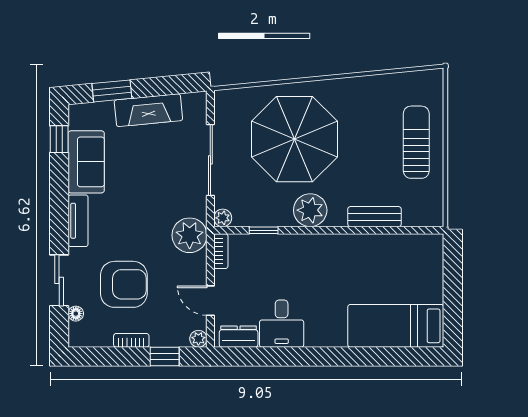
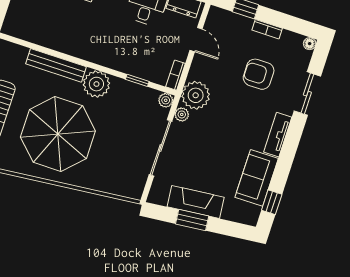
window: (112, 91) -> (192, 220), moved
parasol: (294, 139) -> (58, 134), moved
bench: (375, 217) -> (56, 65), width x1.36
armchair: (124, 284) -> (259, 74), width x0.73, depth x0.73
floor lamp: (76, 314) -> (310, 44), moved
plant: (198, 339) -> (182, 114), moved

